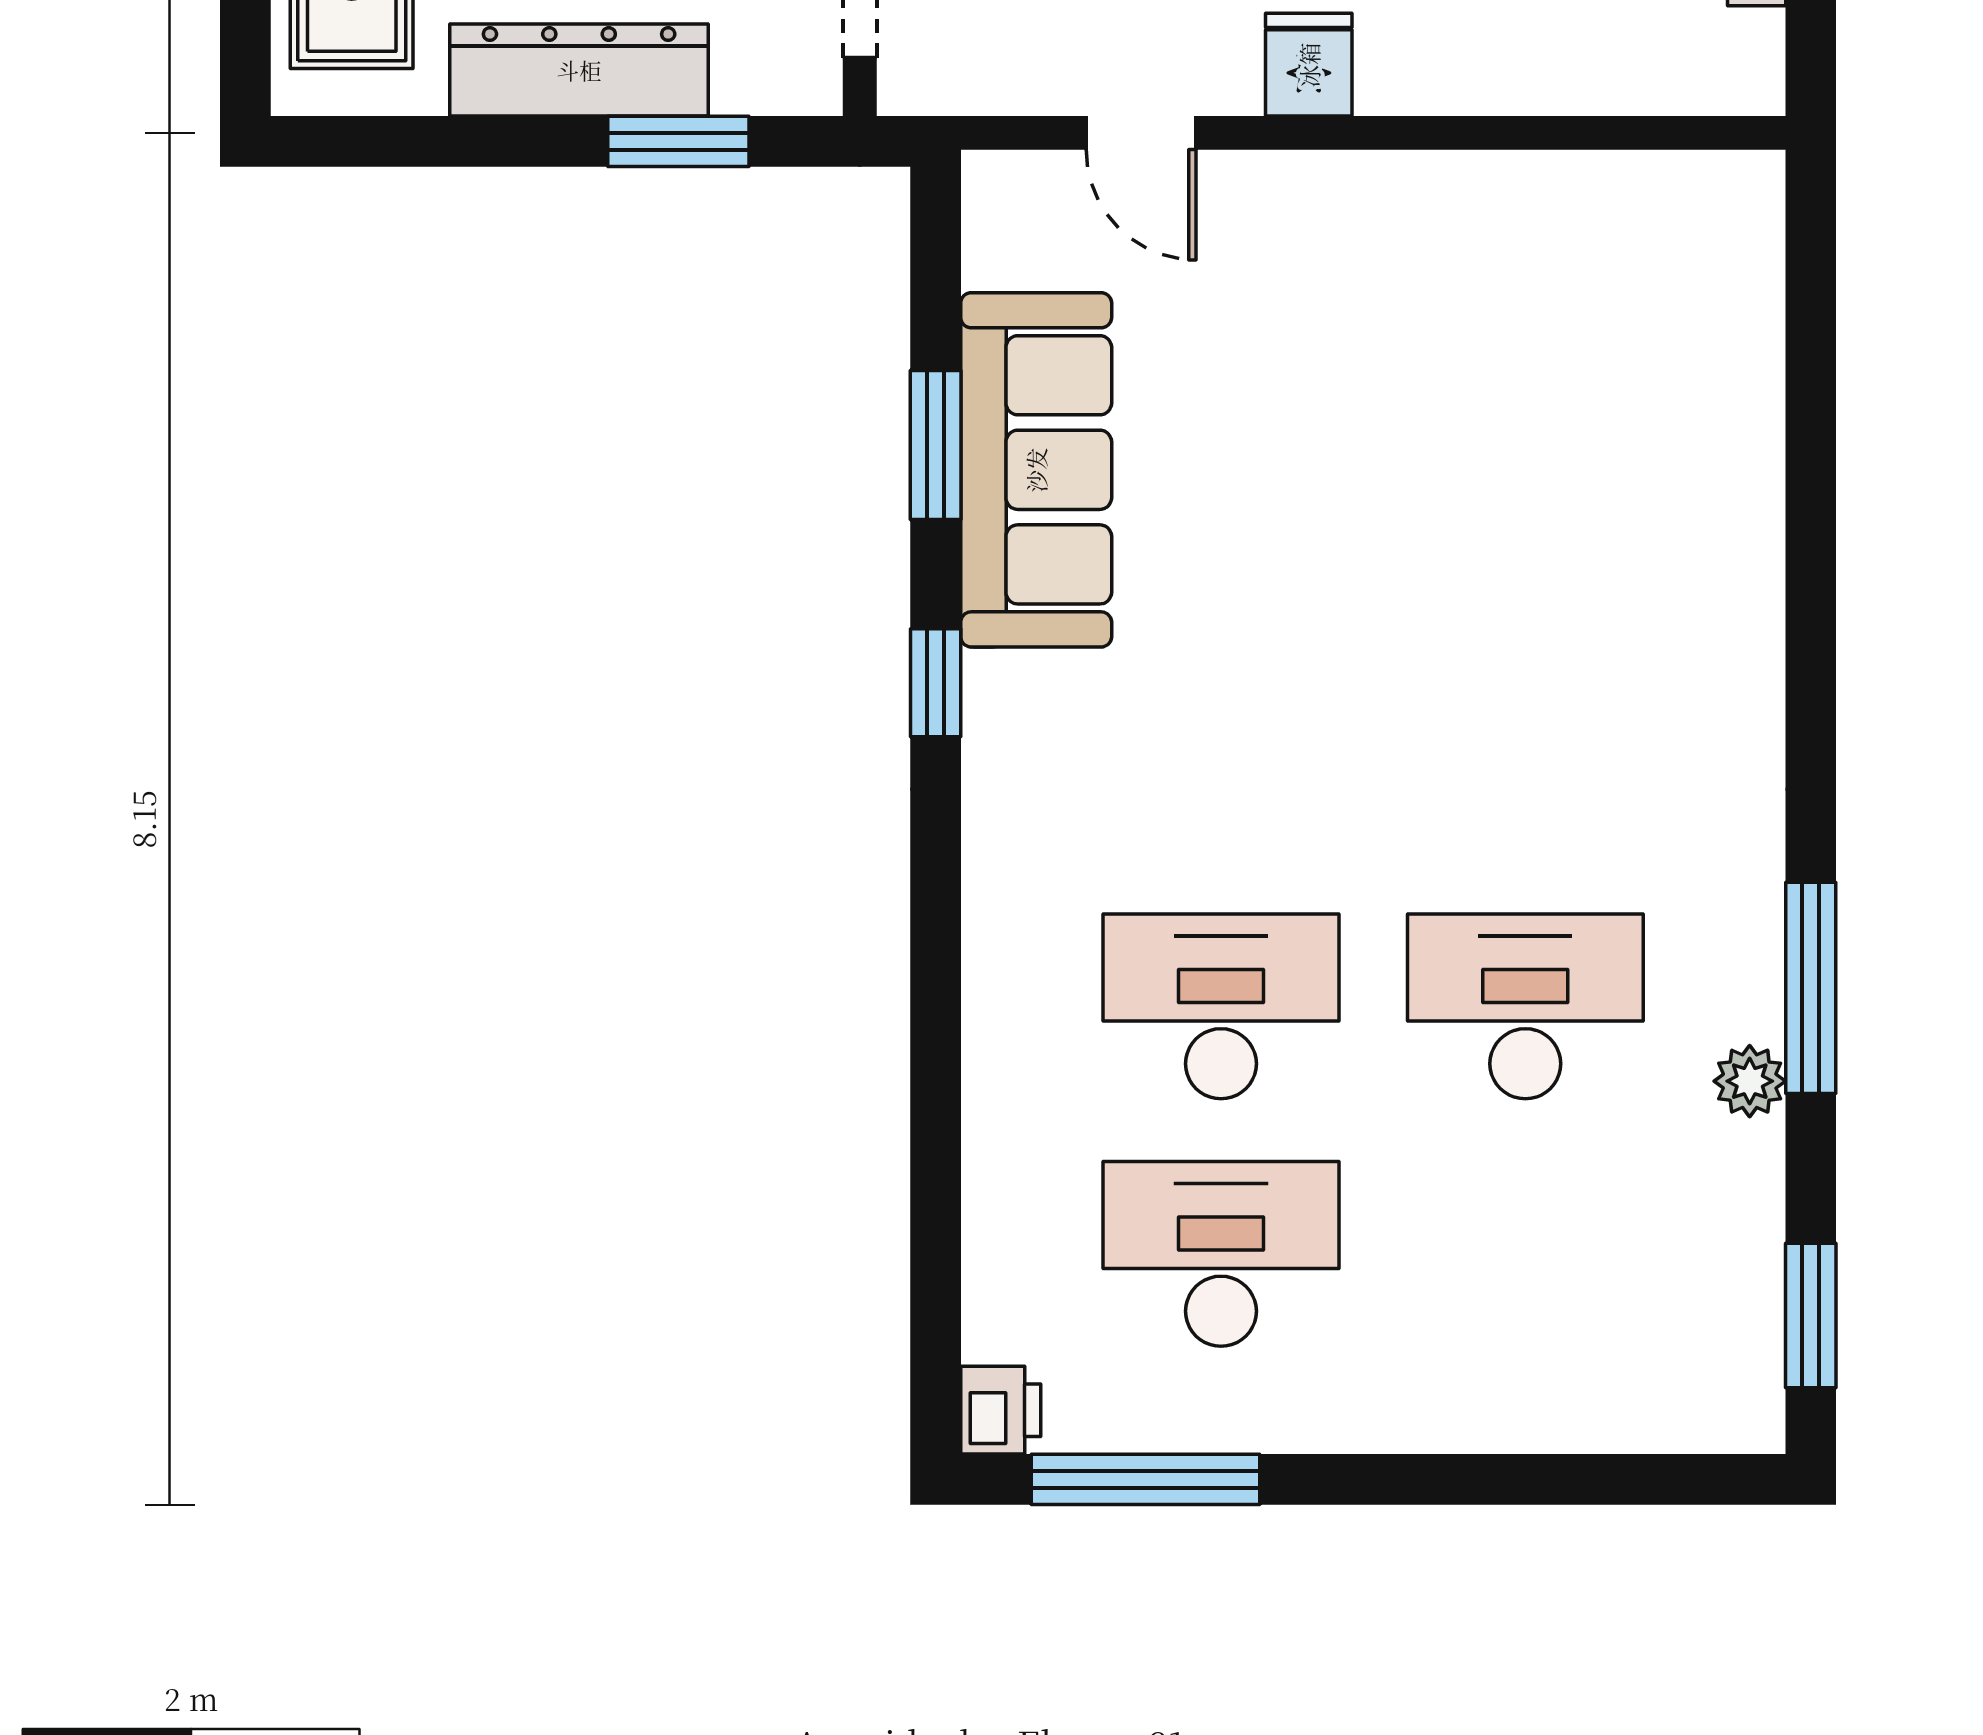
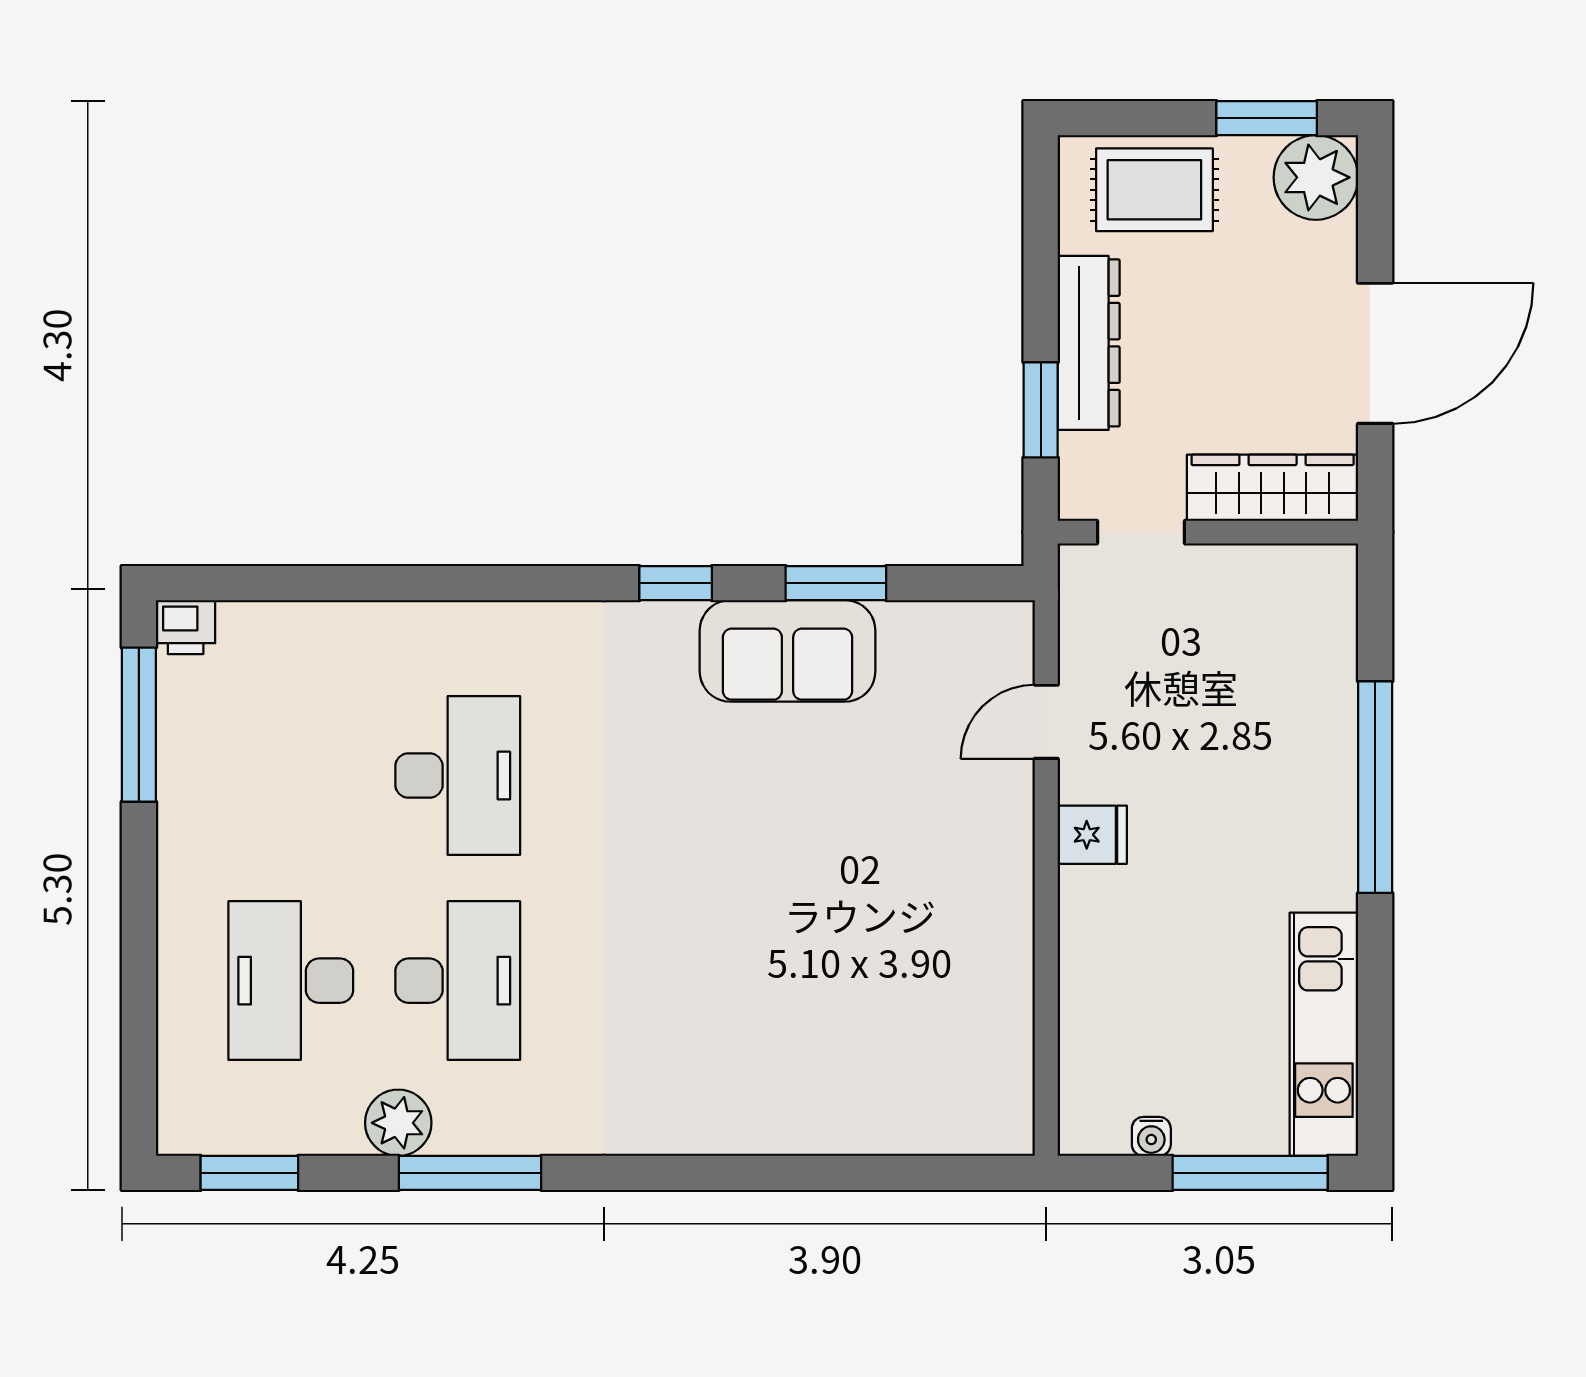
sofa: (1036, 470) -> (788, 651), width x0.73
plant: (1750, 1081) -> (398, 1123), width x1.38, depth x1.38
desk: (1221, 1254) -> (291, 981), moved, turned 180

